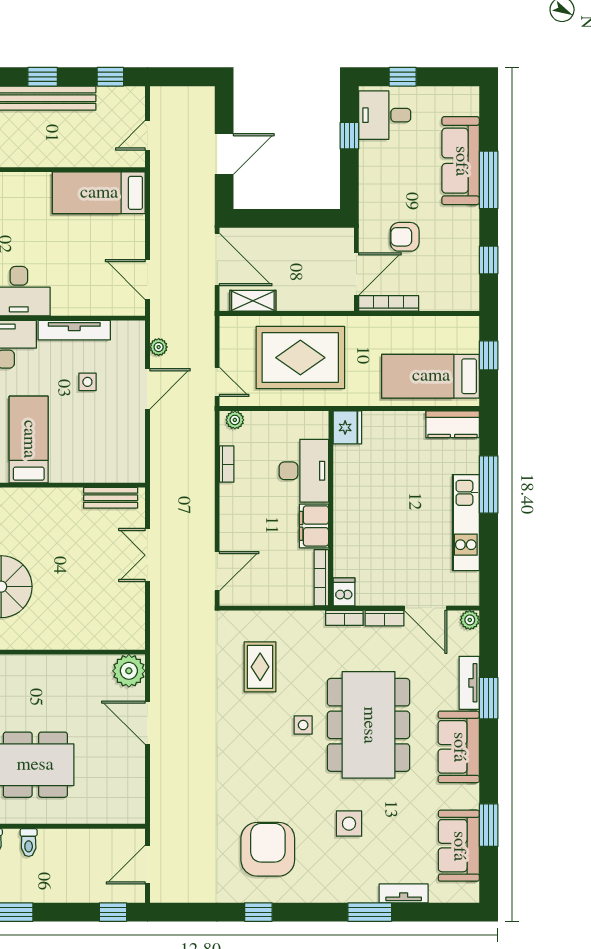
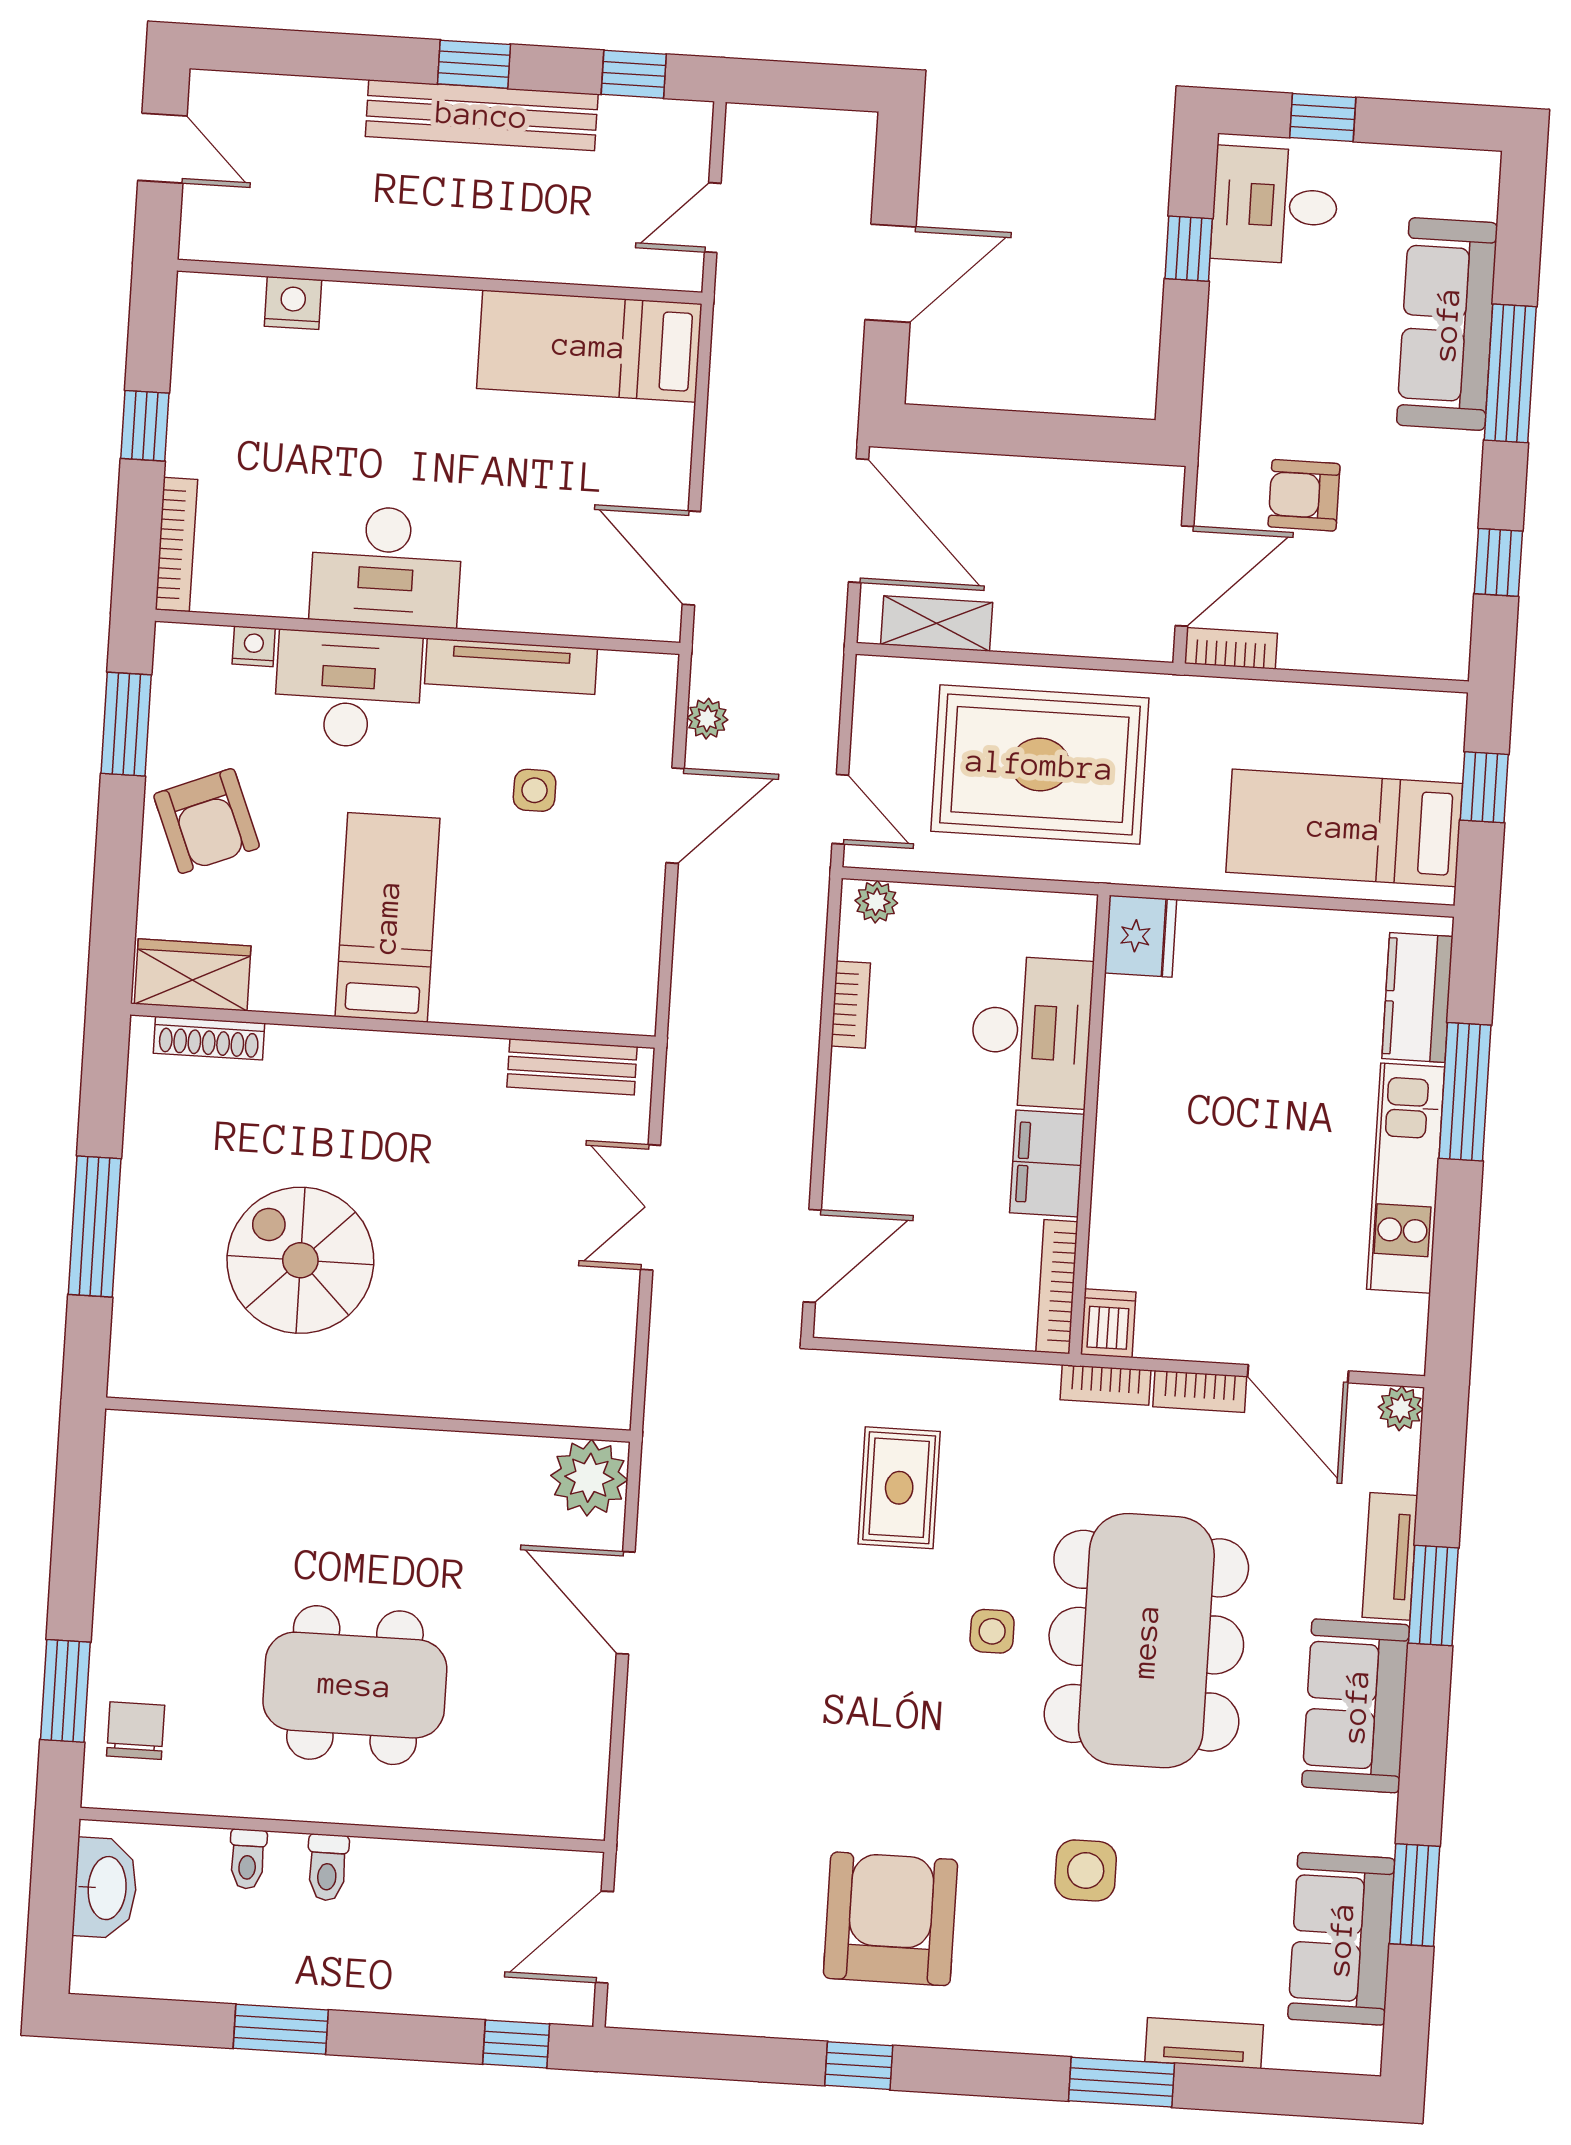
bookcase: (389, 303) -> (1231, 648), width x0.64
kitchen counter: (453, 424) -> (1417, 998), moved, turned 90

